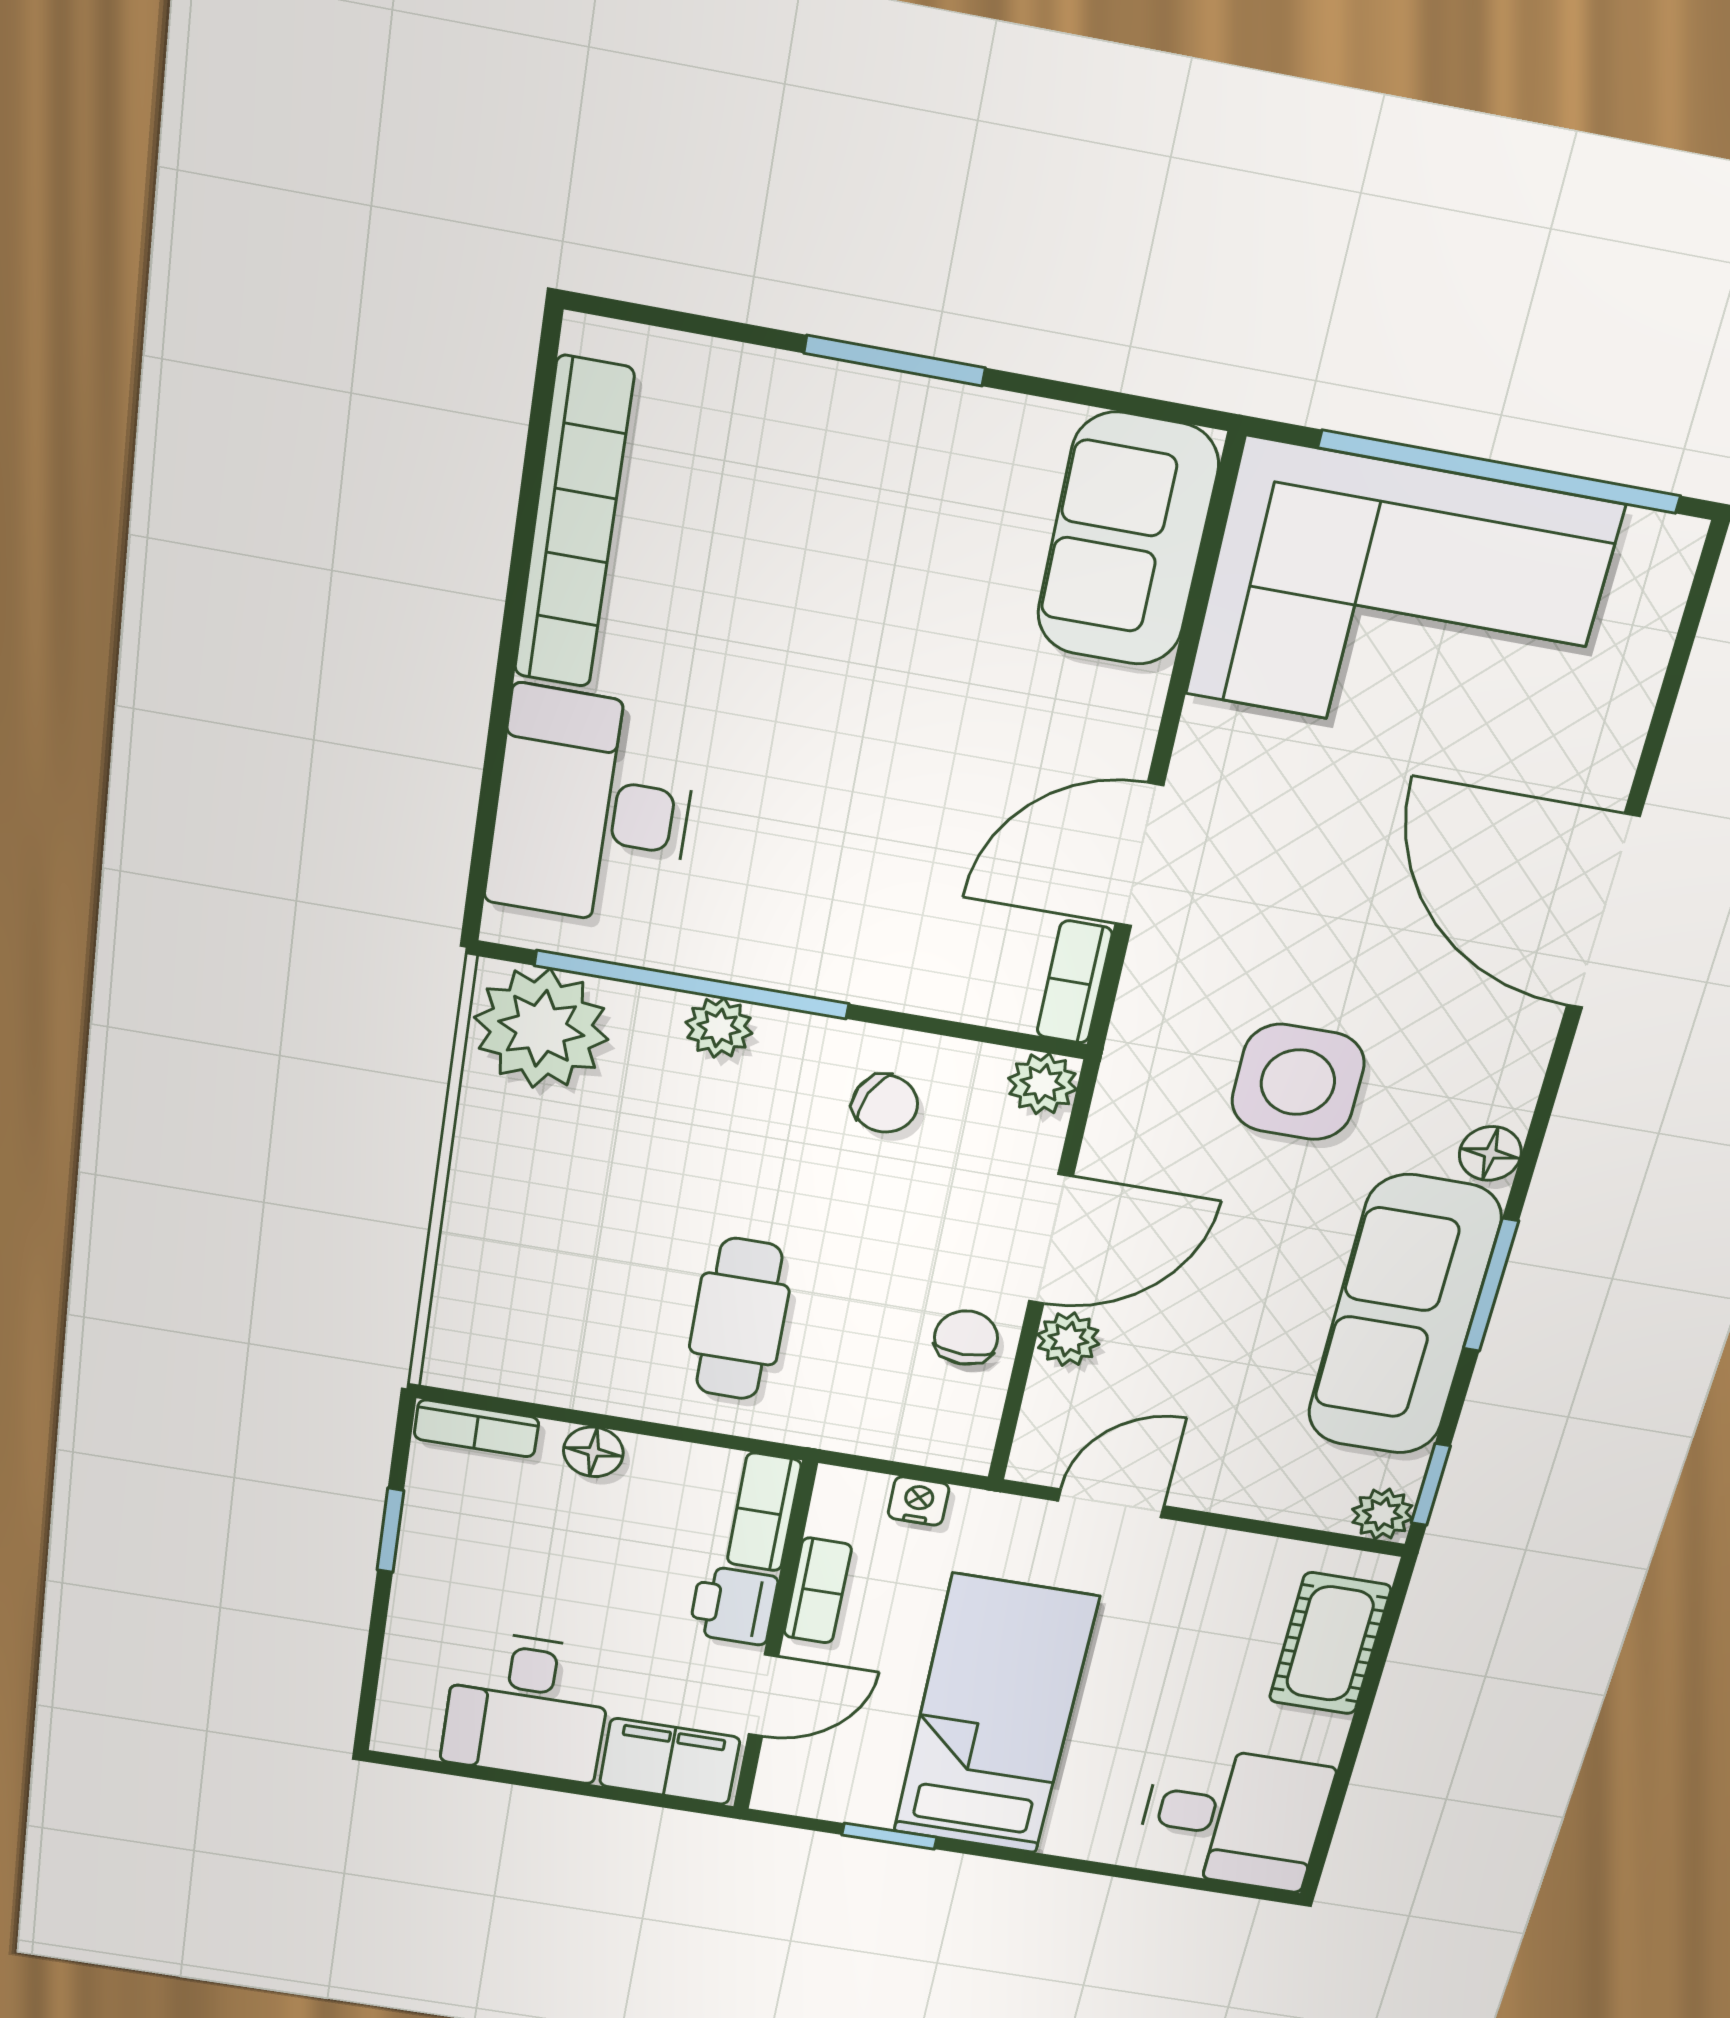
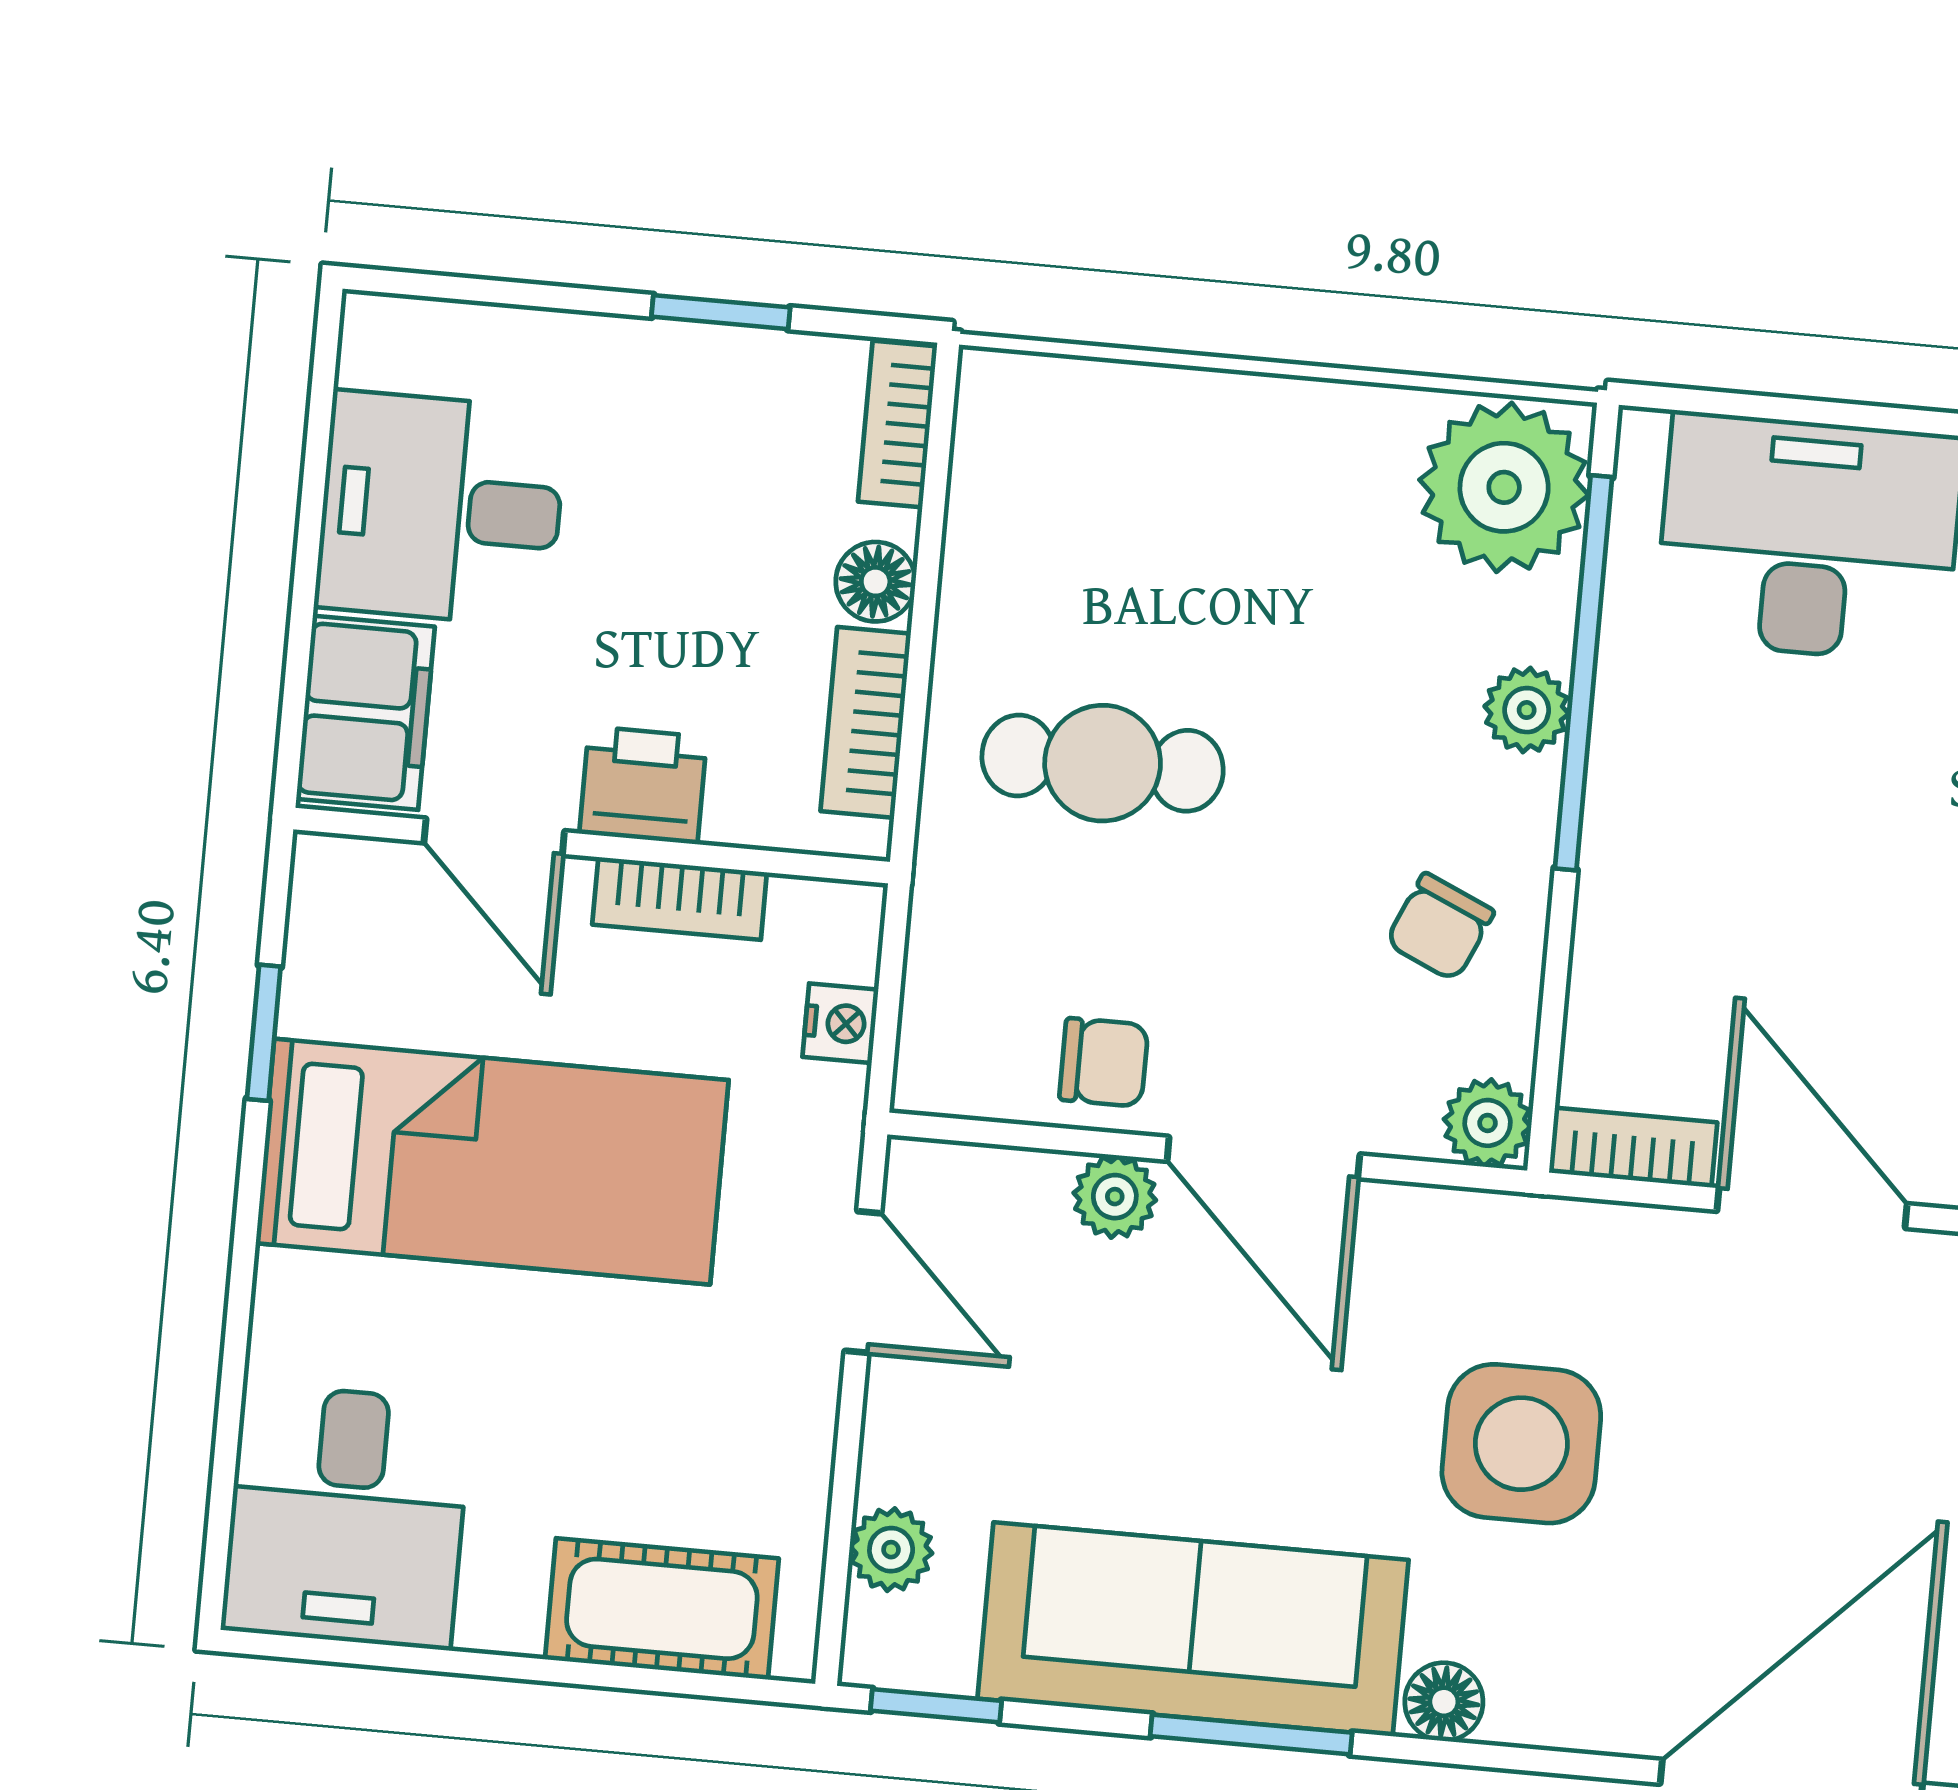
bookcase: (764, 1512) -> (866, 722), moved, turned -90
plant: (1382, 1514) -> (891, 1550), moved

